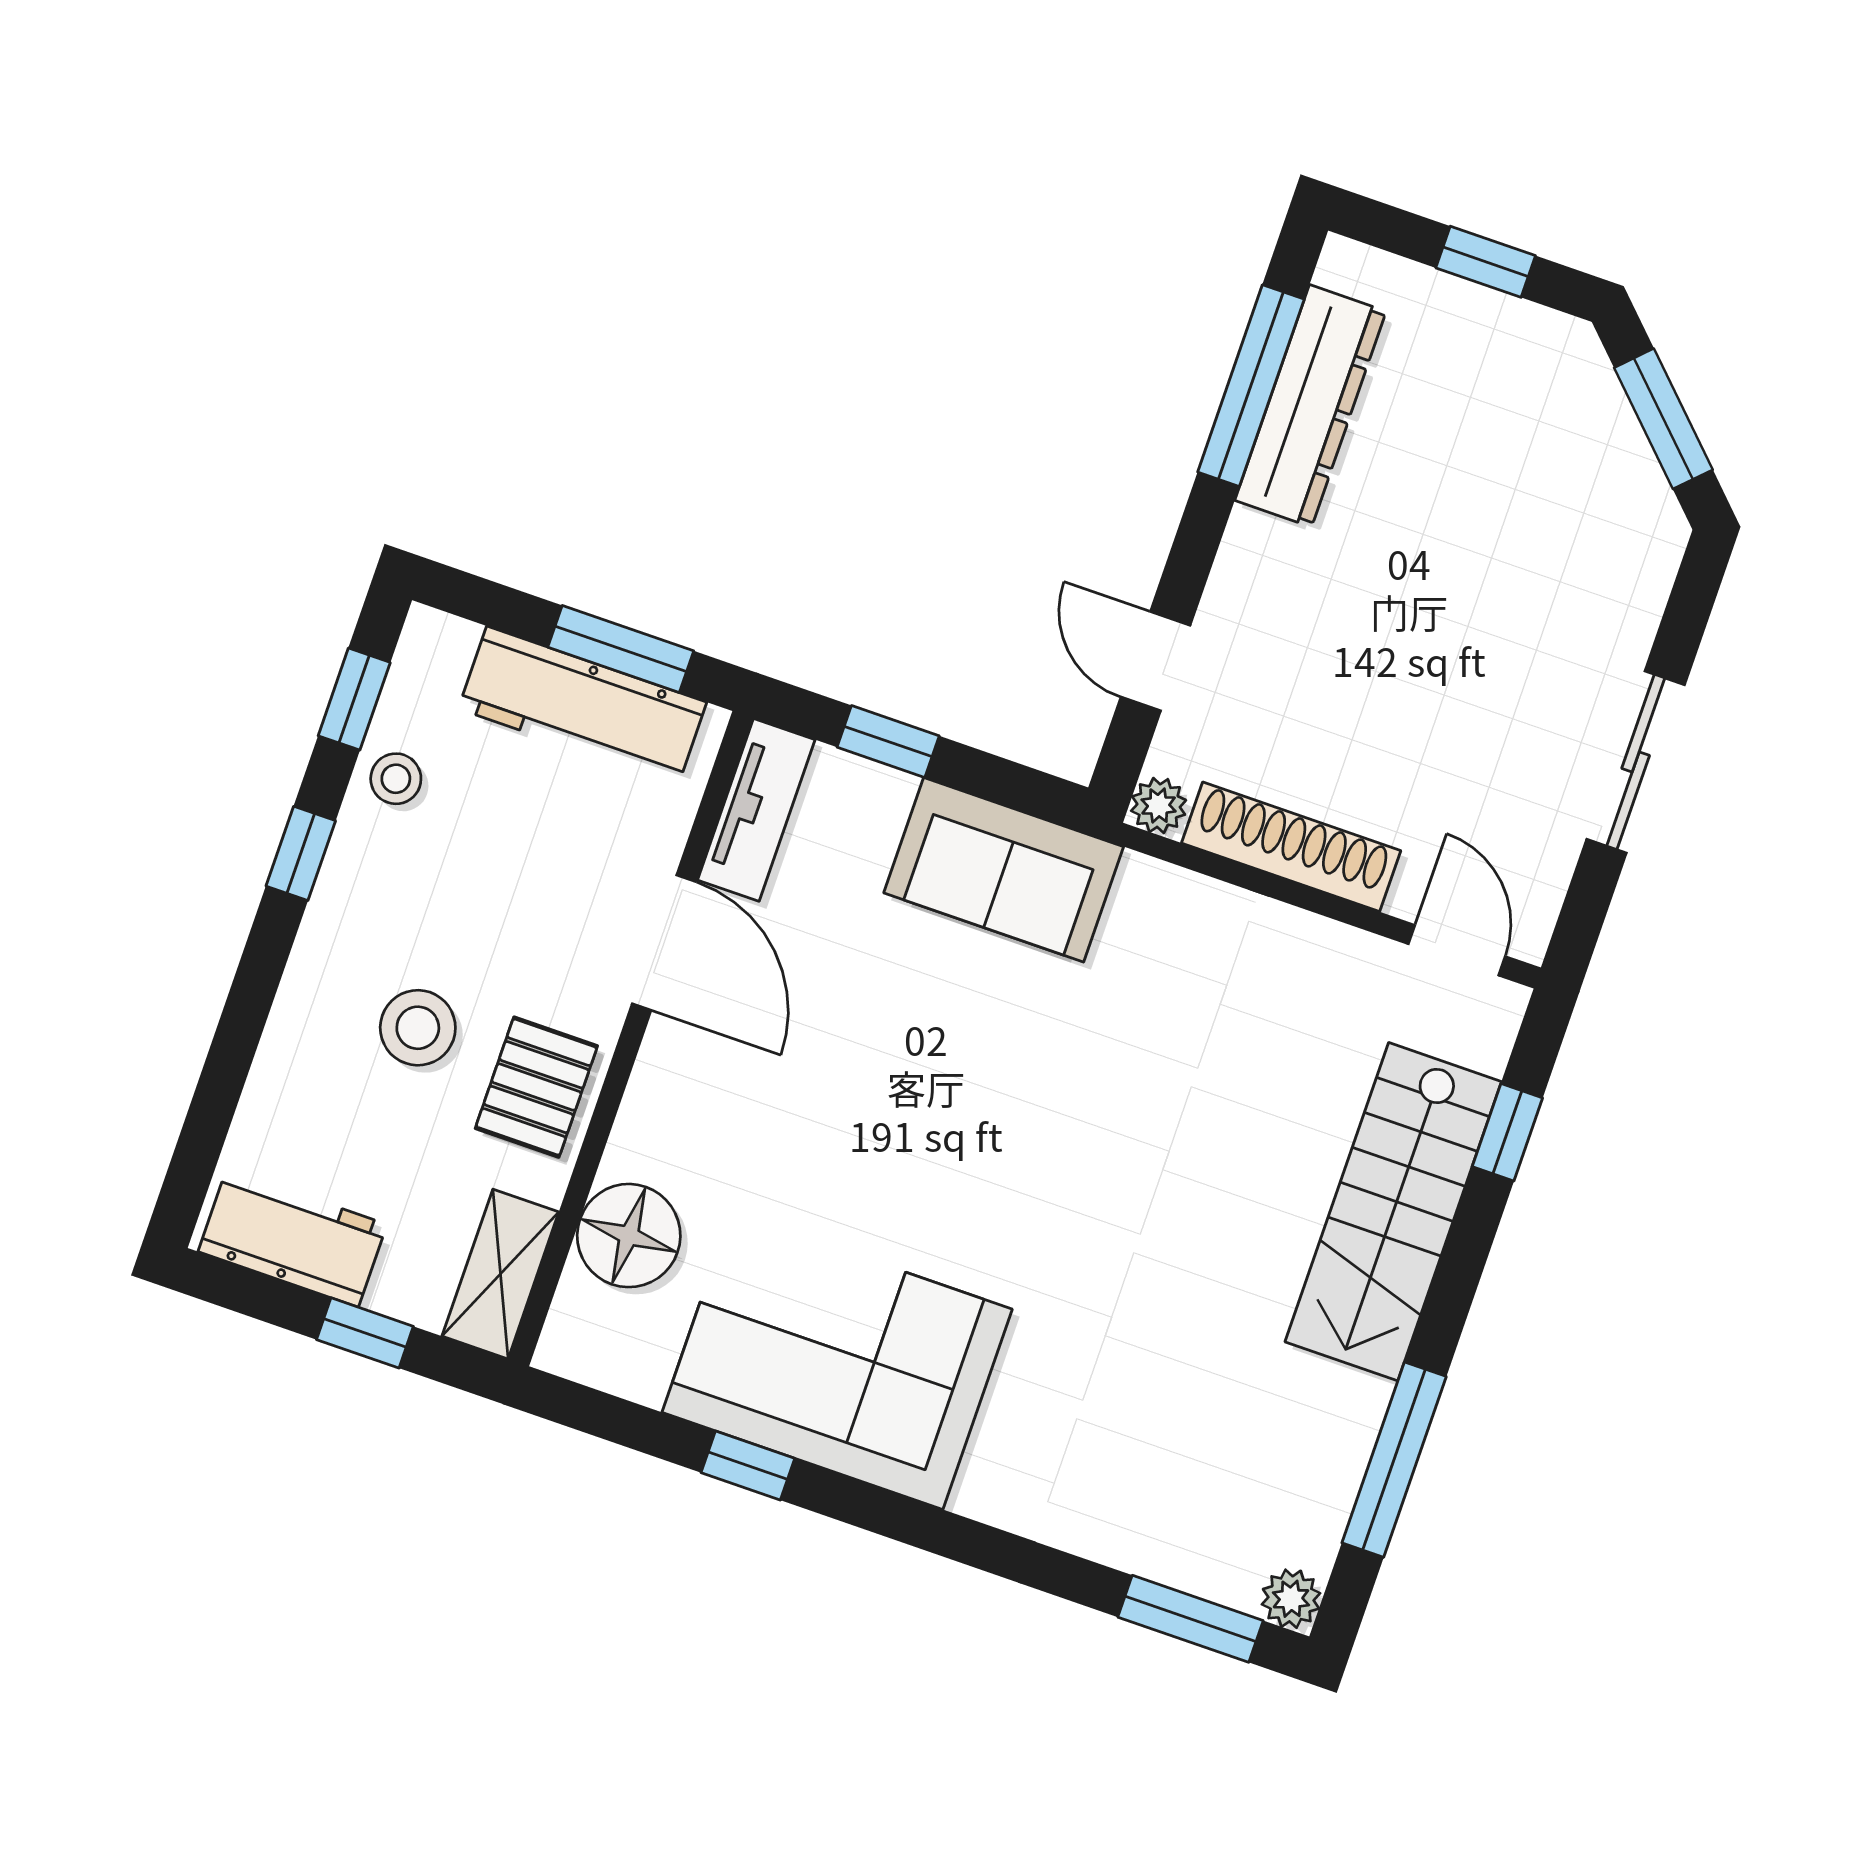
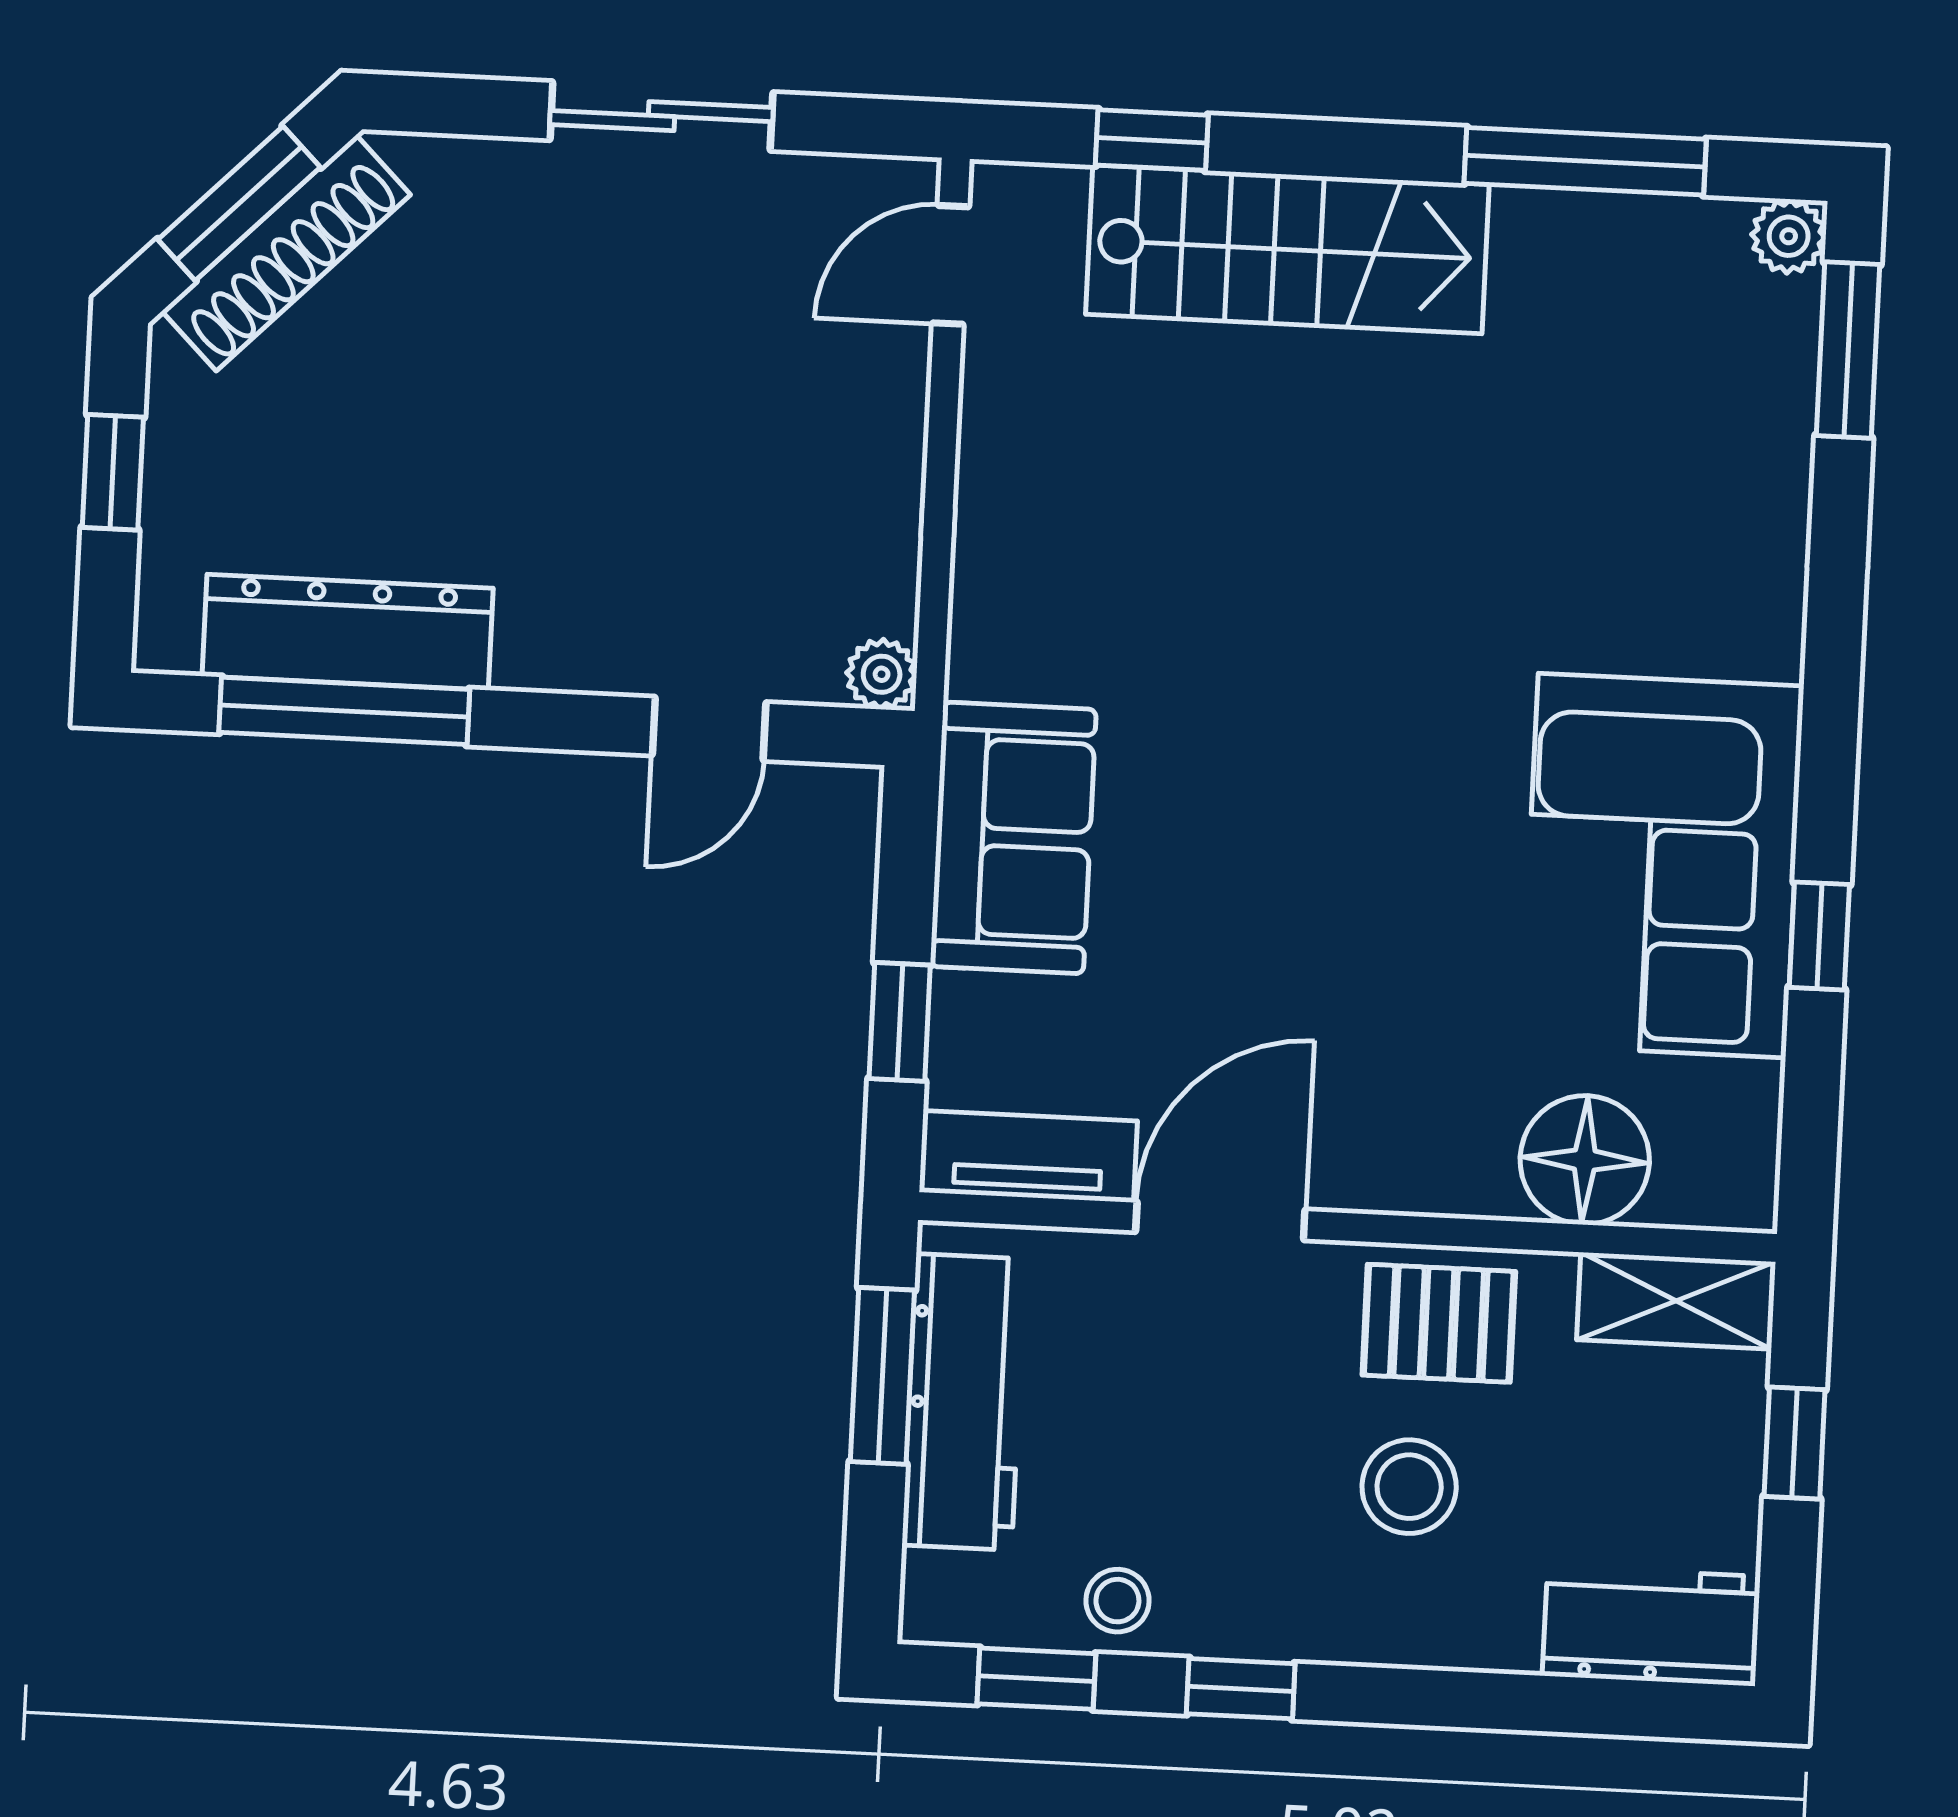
shoe rack: (1291, 847) -> (286, 253), moved, turned -135
workbench: (292, 1238) -> (1651, 1626), moved, turned 90

